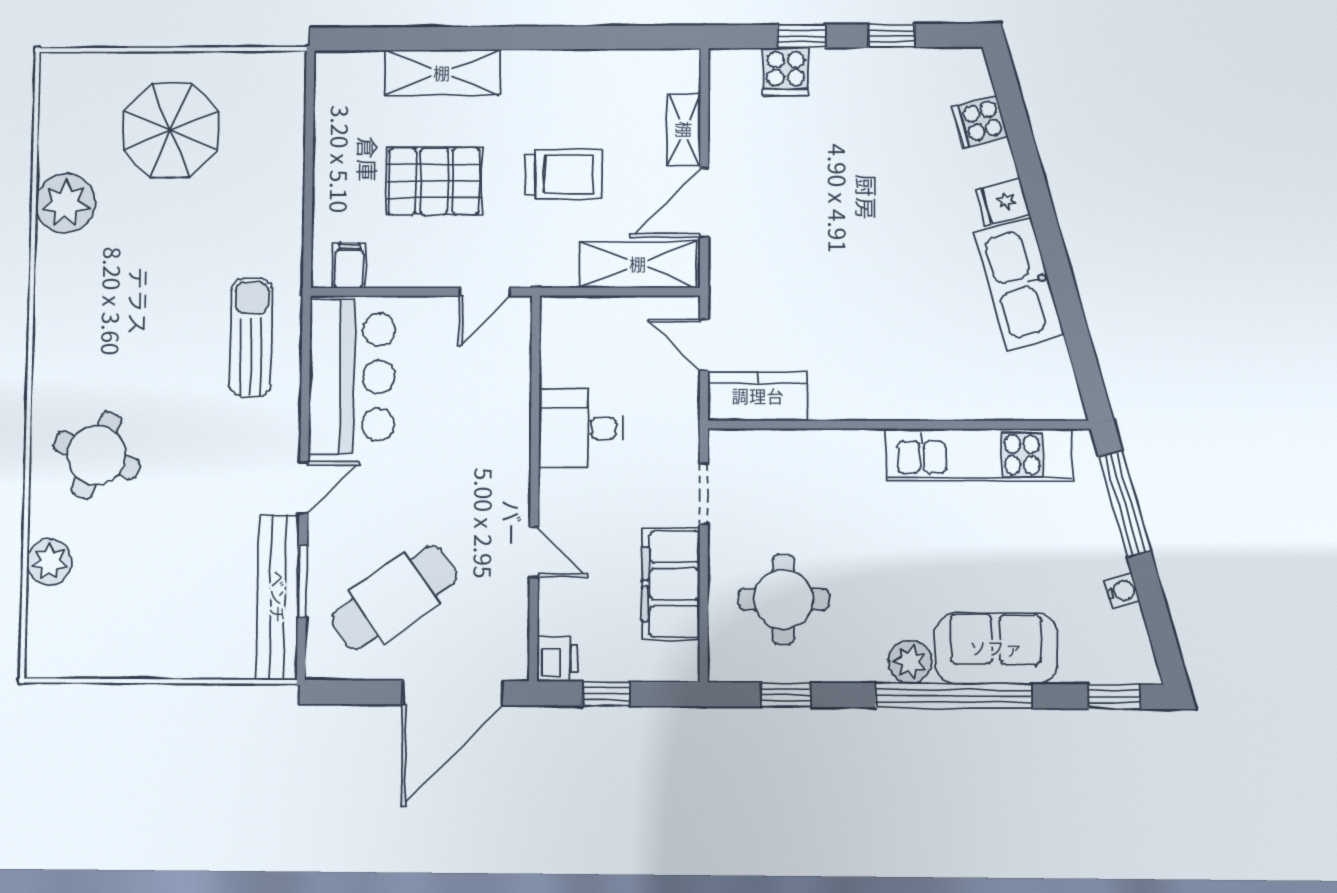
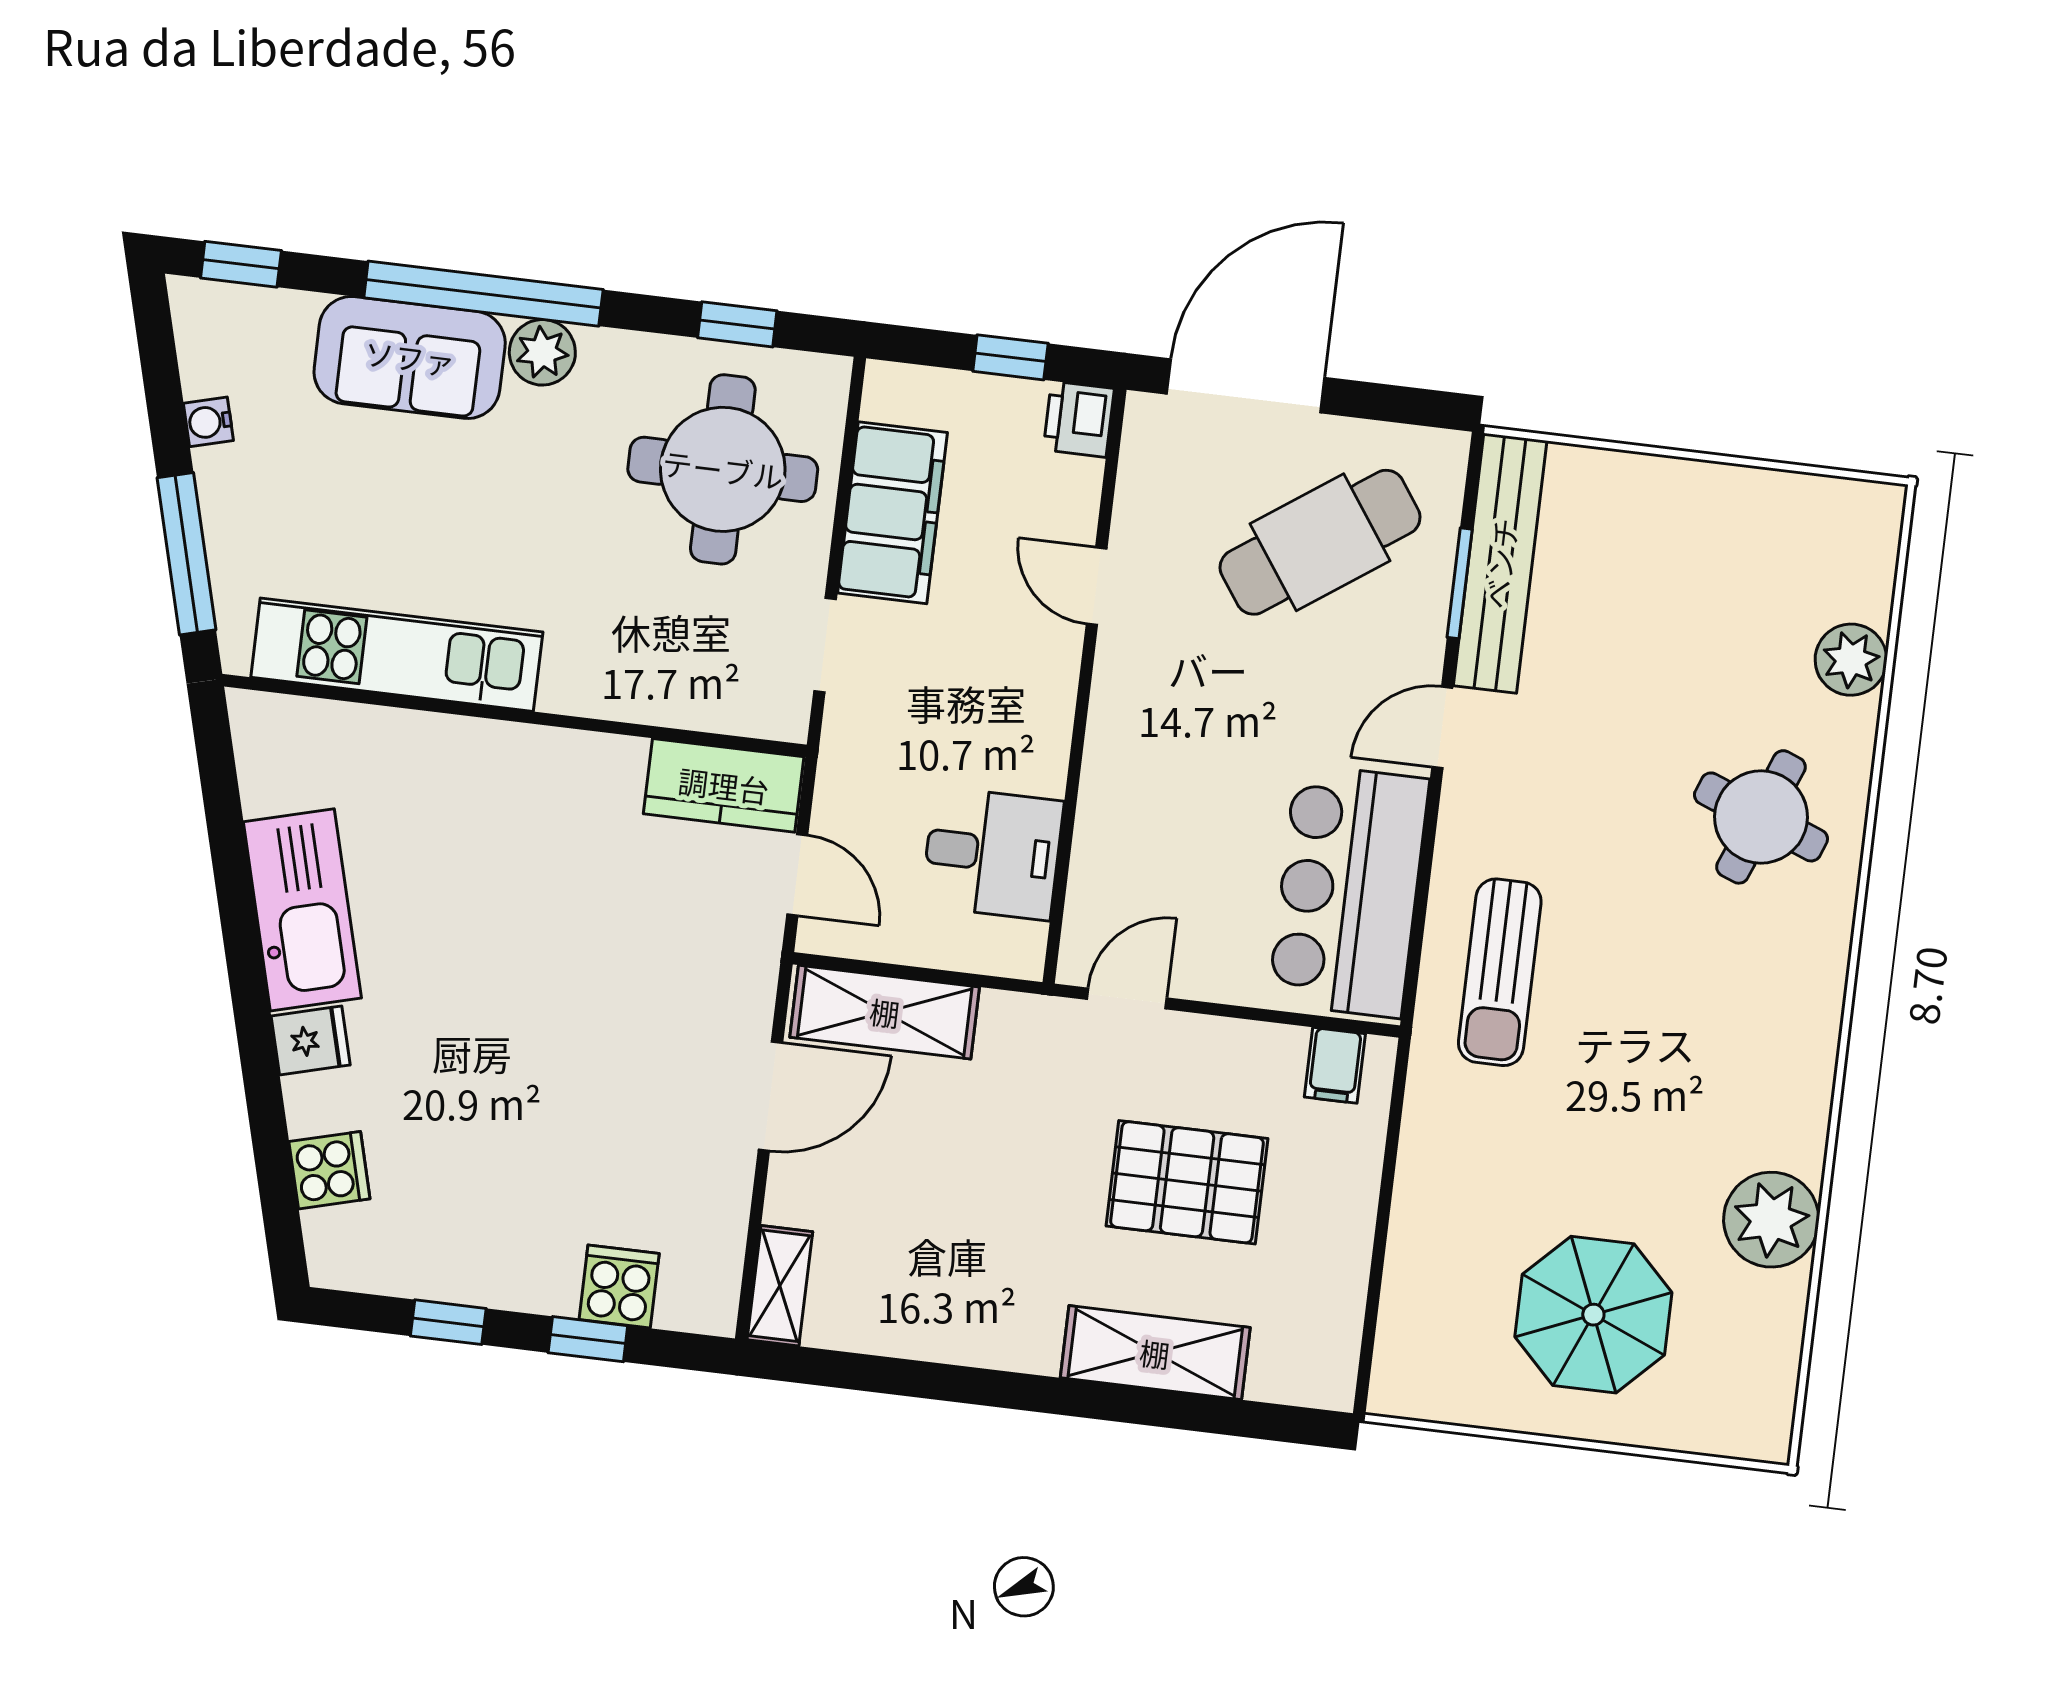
shelving: (684, 130) -> (780, 1286), moved
trolley: (563, 174) -> (984, 1168), removed
desk: (581, 428) -> (992, 853), moved
round table: (783, 599) -> (723, 469), width x1.36, depth x1.36

